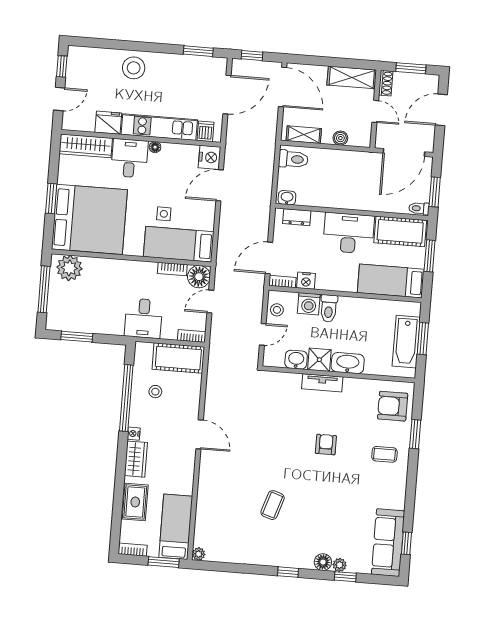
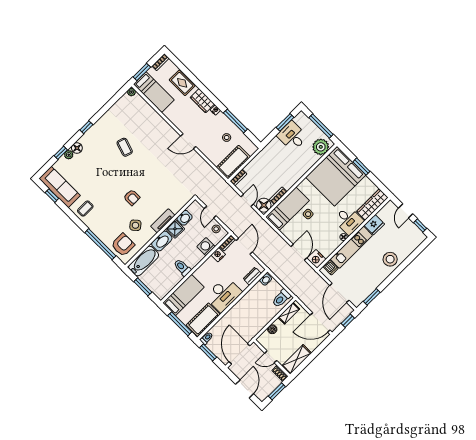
window: (430, 256) -> (180, 324), width x1.44
toilet: (329, 308) -> (182, 268), moved
desk: (143, 318) -> (292, 136), moved
bathtub: (406, 342) -> (144, 261), moved, turned 90
window: (126, 398) -> (235, 121), width x0.68
side table: (356, 411) -> (135, 225), added
window: (415, 434) -> (100, 244), width x2.11
coffee table: (384, 454) -> (85, 209), moved

